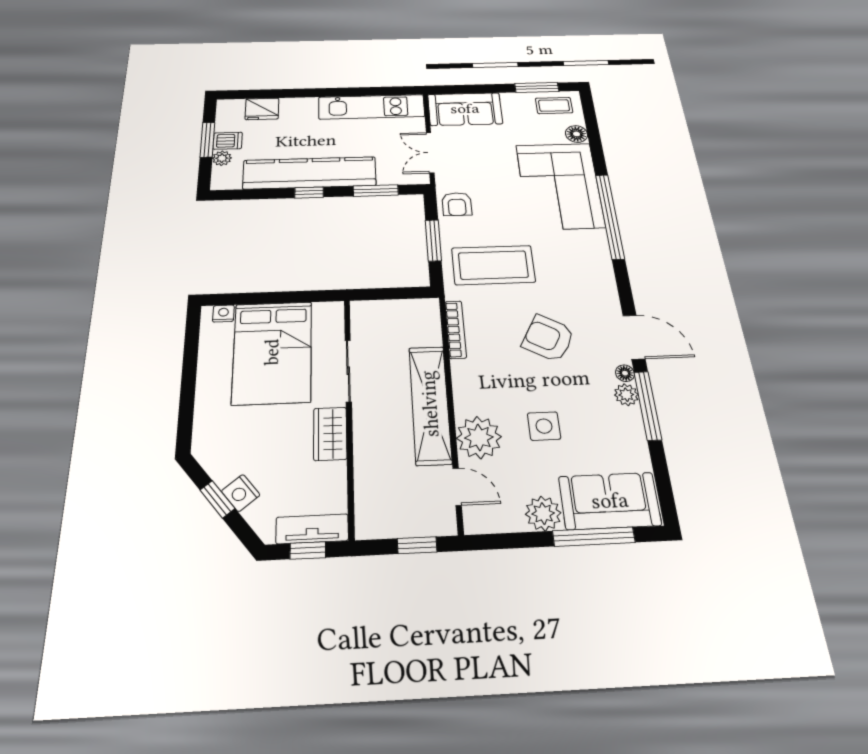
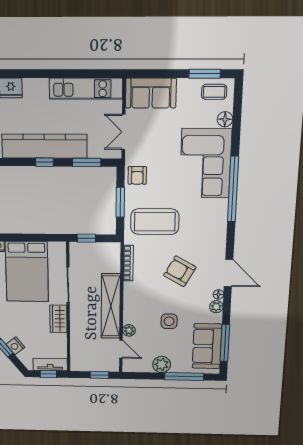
window: (379, 294) -> (86, 238), added
window: (648, 405) -> (225, 343), moved
plant: (479, 437) -> (129, 330), width x0.53, depth x0.53
sofa: (610, 501) -> (207, 346), moved, turned -90

